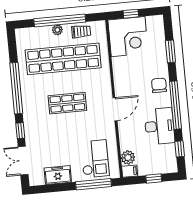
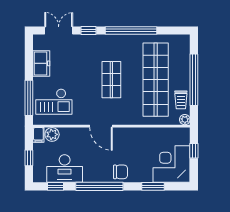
plant: (57, 30) -> (185, 120), moved
corner desk: (128, 37) -> (172, 164), moved, turned 90
desk: (159, 126) -> (65, 169), moved

